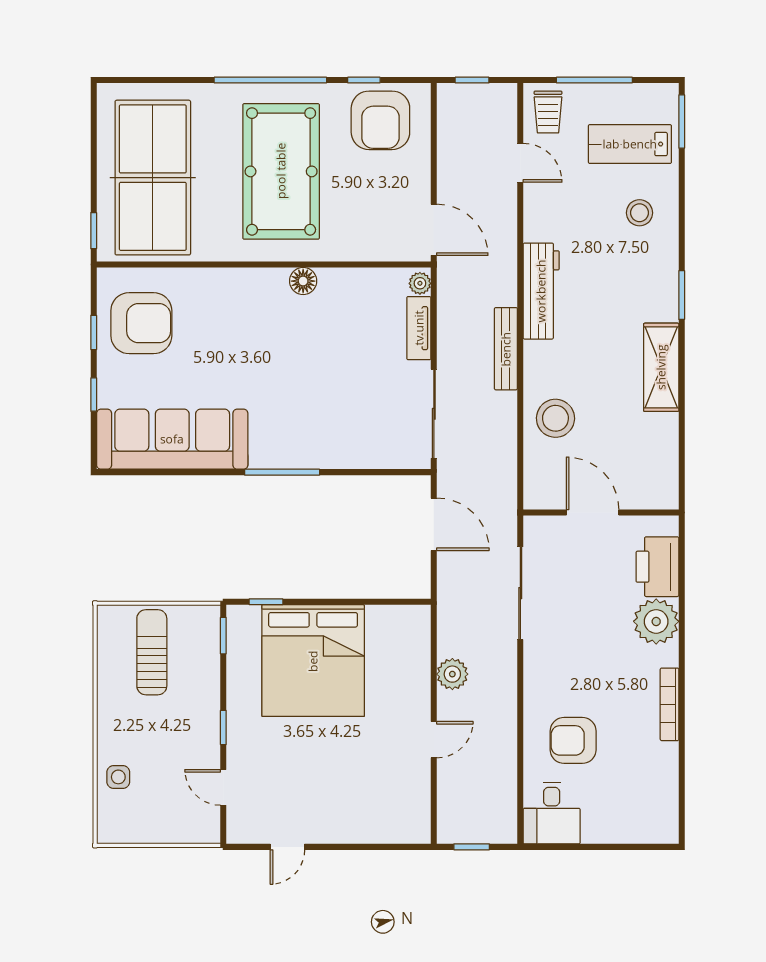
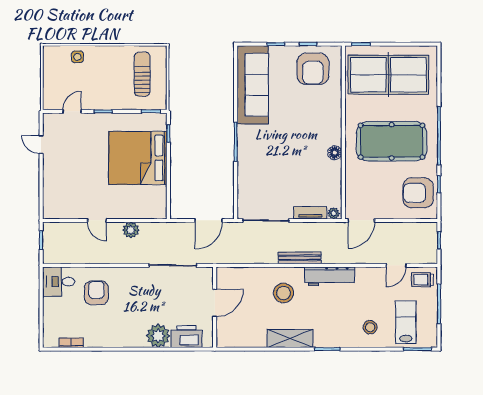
stool: (555, 418) -> (284, 293), moved
sun lounger: (152, 652) -> (142, 74), turned -90
bookcase: (670, 704) -> (71, 343), moved, width x0.64

